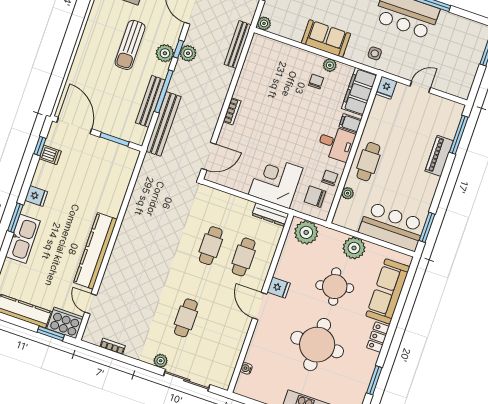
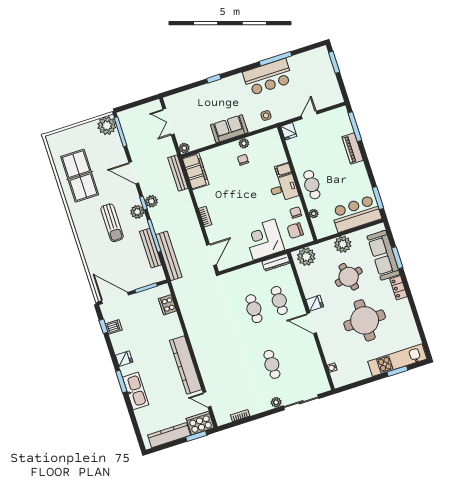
filing cabinet: (359, 92) -> (196, 171), moved, turned 180
cooker: (124, 174) -> (167, 305), added
window: (374, 380) -> (397, 258), moved

